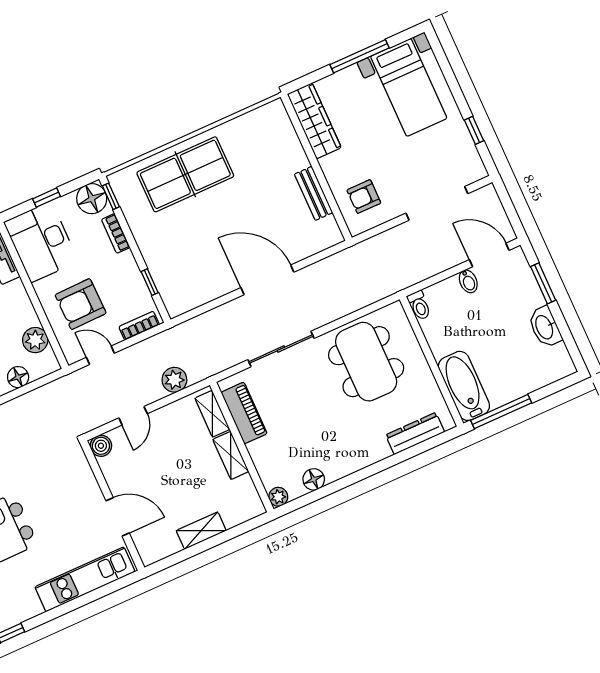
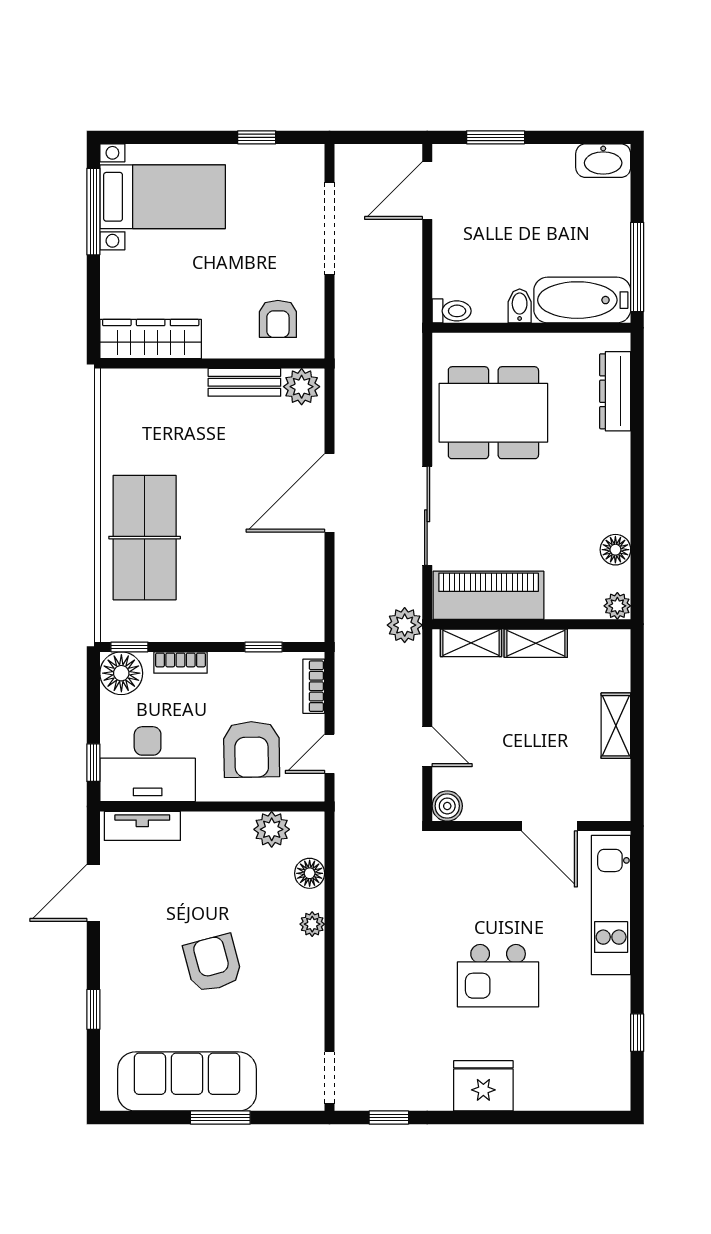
window: (360, 56) -> (93, 212), moved
window: (47, 198) -> (93, 763), moved
plant: (327, 231) -> (302, 387), added
bidet: (468, 281) -> (520, 306), moved, turned -90
washbasin: (545, 327) -> (603, 161), moved
plant: (174, 380) -> (405, 625), moved
piano: (244, 413) -> (489, 595), width x1.37, depth x1.33
door: (118, 517) -> (549, 826), swing flipped

